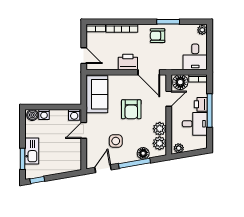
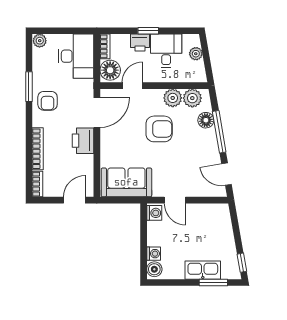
desk: (195, 57) -> (76, 56), width x1.37
door: (169, 99) -> (132, 86), hinge flipped
armchair: (131, 109) -> (159, 129), moved
window: (210, 110) -> (148, 31), width x0.46
side table: (116, 141) -> (189, 157), removed
plant: (179, 148) -> (196, 54), moved

